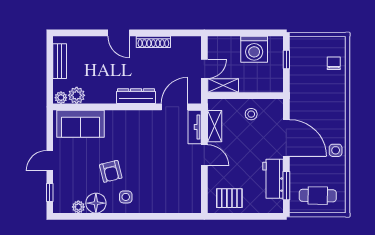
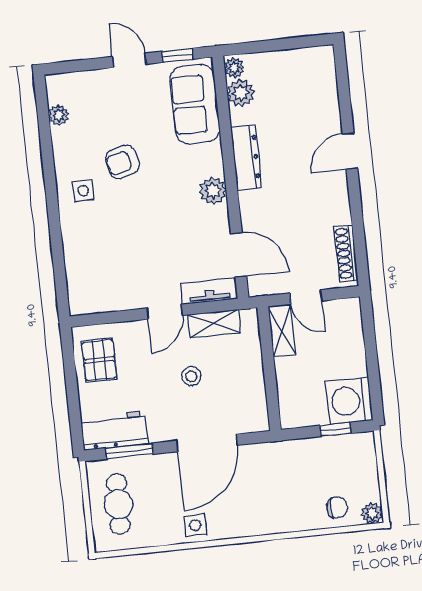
shoe rack: (153, 42) -> (346, 253), moved
plant: (339, 43) -> (372, 513), added
washing machine: (254, 49) -> (349, 401), moved
bench: (60, 61) -> (293, 59), removed
dresser: (136, 96) -> (246, 158), moved
stool: (251, 114) -> (191, 376), moved
plant: (134, 118) -> (213, 191), added
workbench: (273, 179) -> (114, 431), moved
window: (50, 193) -> (177, 55), moved
floor lamp: (96, 203) -> (68, 143), removed

